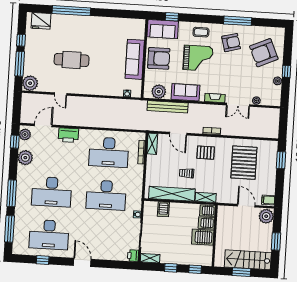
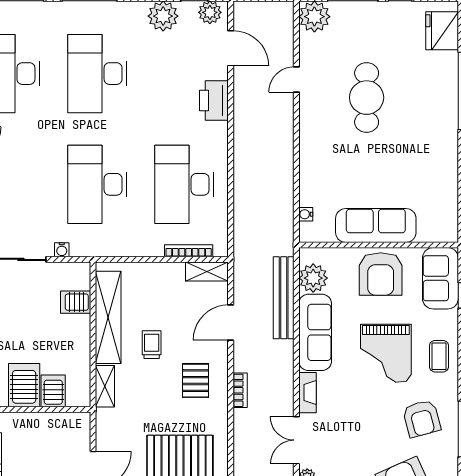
sofa: (185, 92) -> (315, 332), width x1.36
server rack: (208, 211) -> (78, 392), removed

